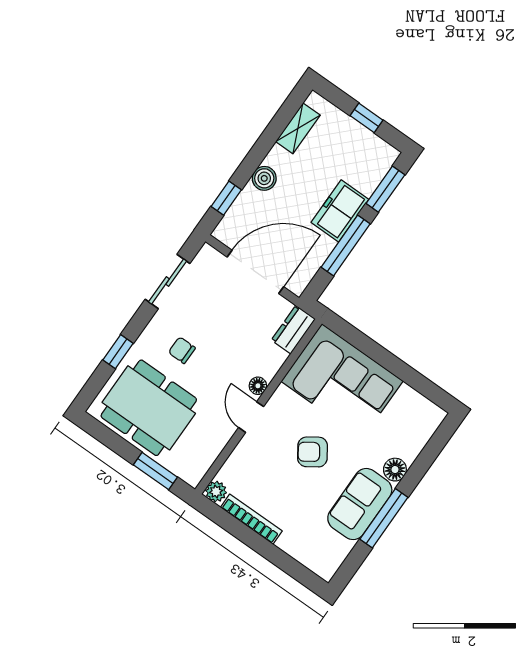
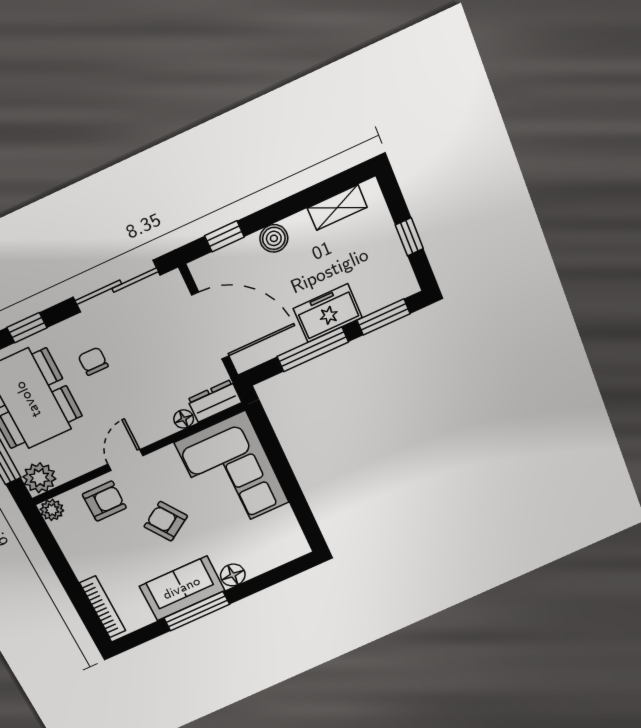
sliding door: (168, 281) -> (117, 286), width x1.37
floor lamp: (258, 386) -> (184, 419), moved
armchair: (254, 461) -> (104, 501), added
plant: (192, 469) -> (39, 478), added
bookcase: (251, 519) -> (103, 607), moved

